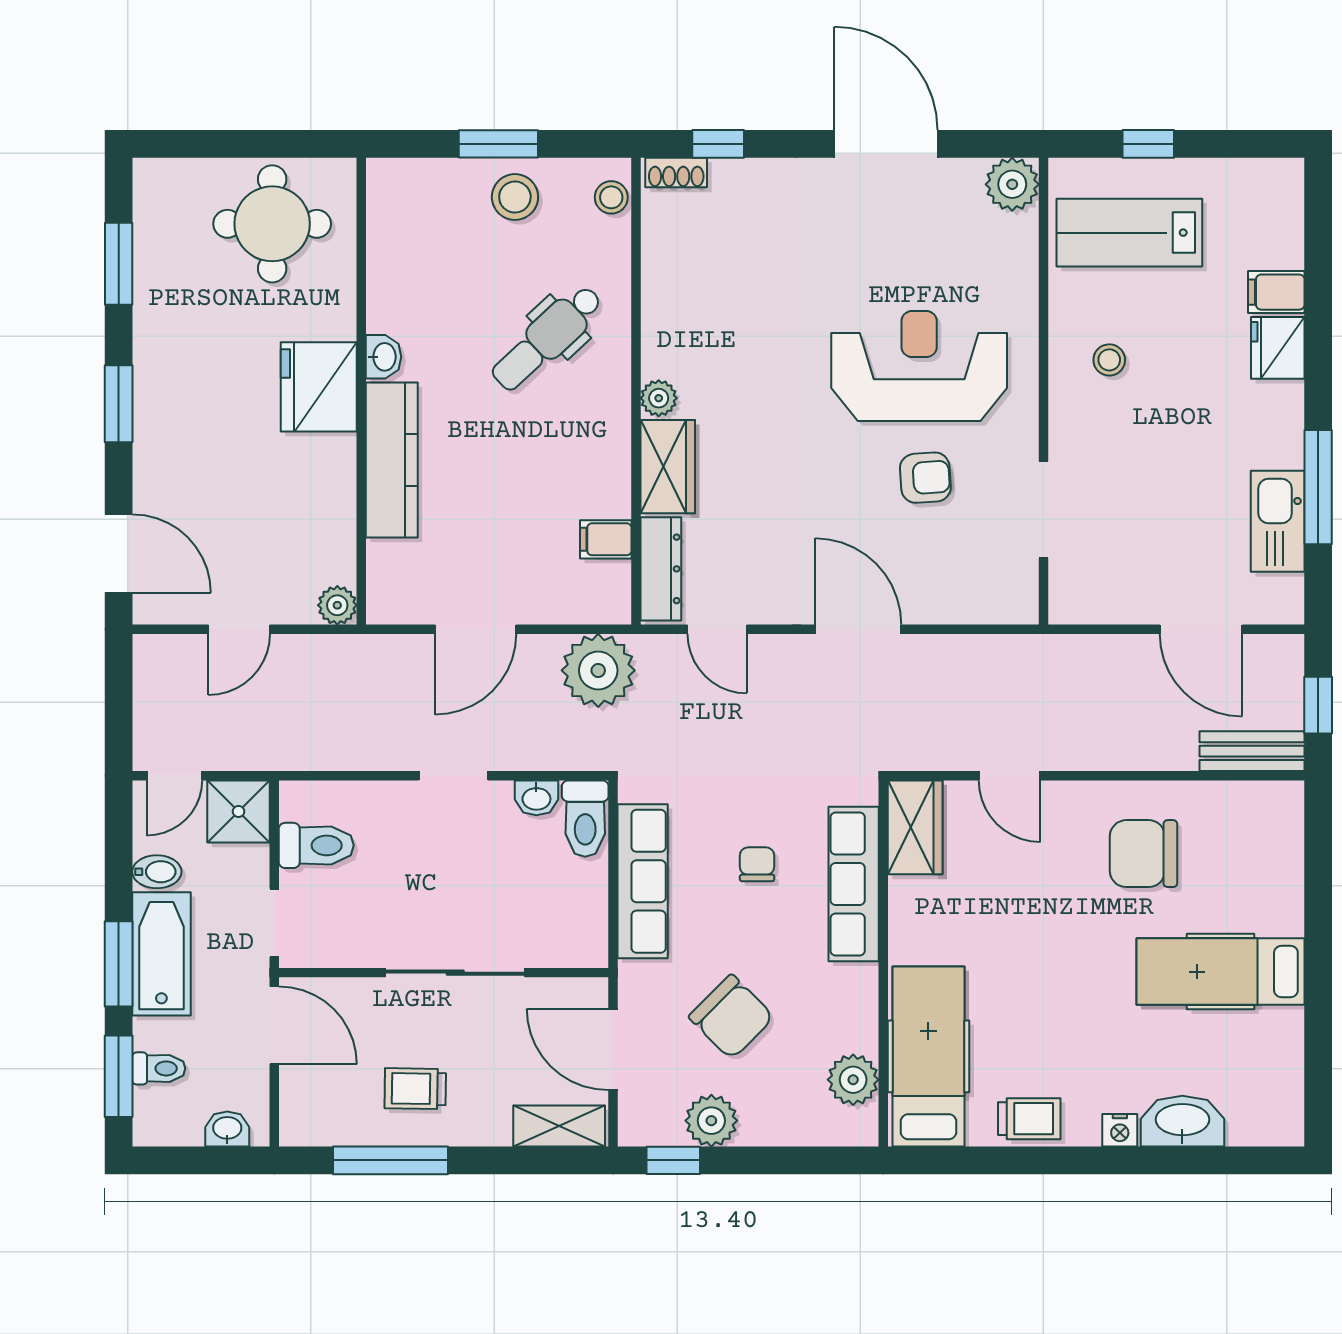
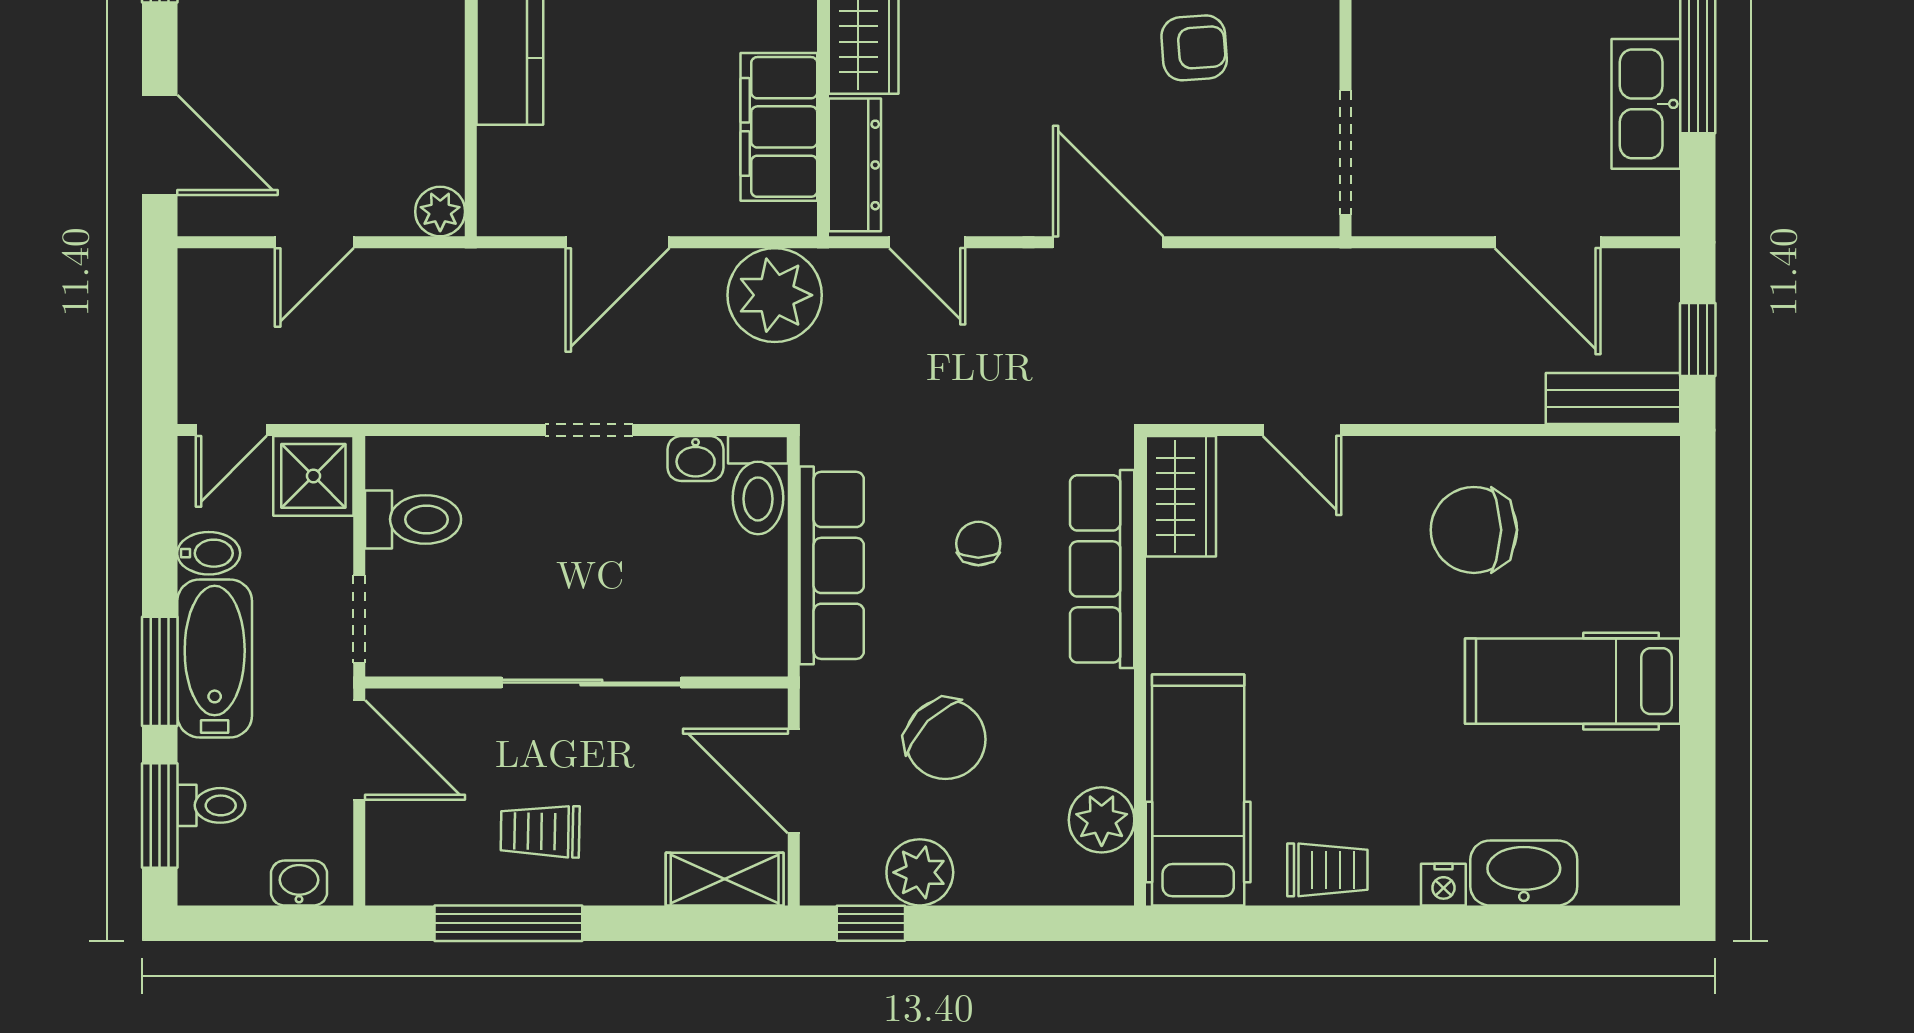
doorway: (1043, 510) -> (1346, 153), moved
filing cabinet: (606, 539) -> (779, 127), width x3.00, depth x1.17

